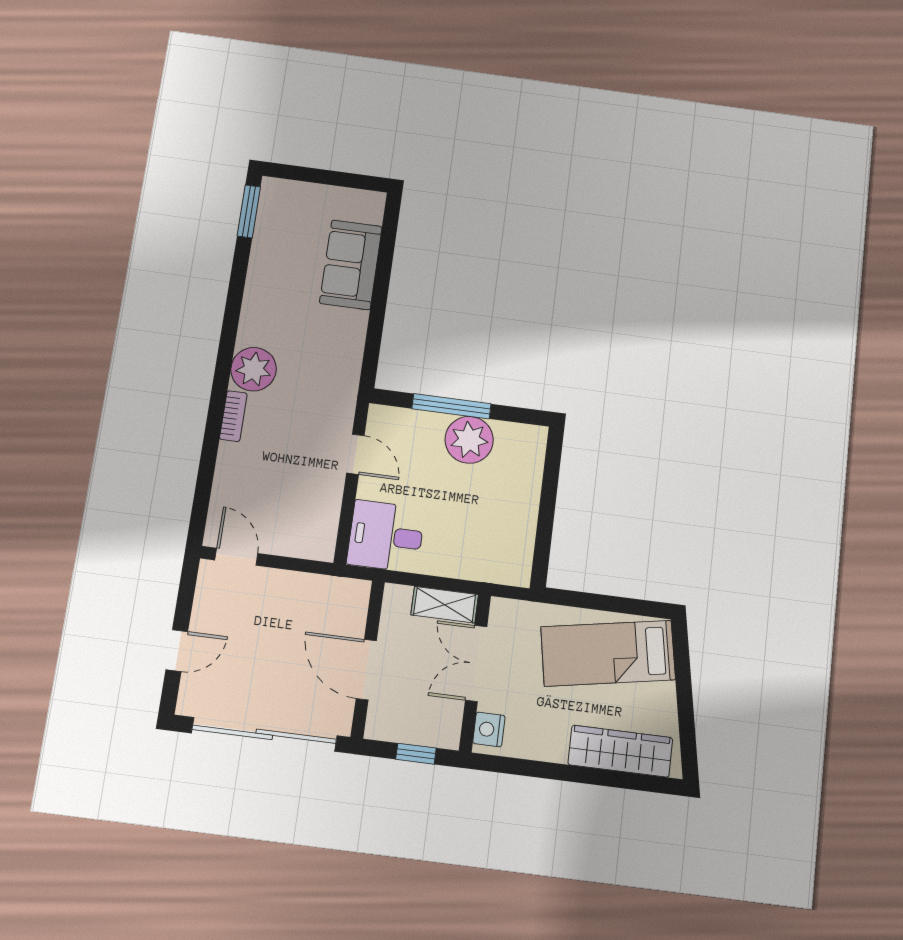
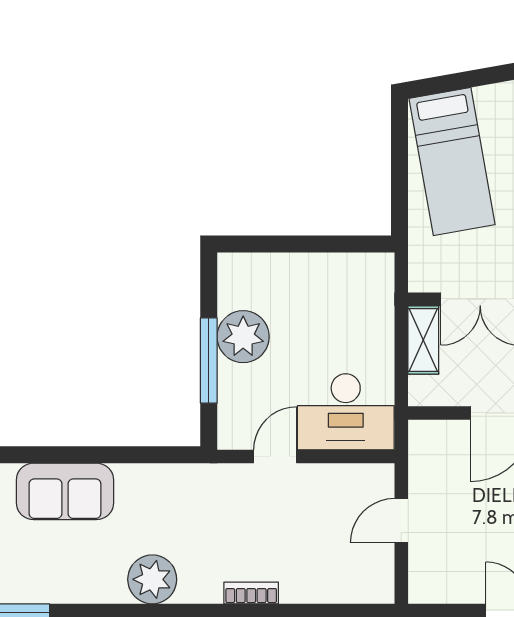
plant: (254, 369) -> (152, 579), moved
desk: (386, 536) -> (346, 412), width x1.37
door: (236, 557) -> (401, 520), moved

